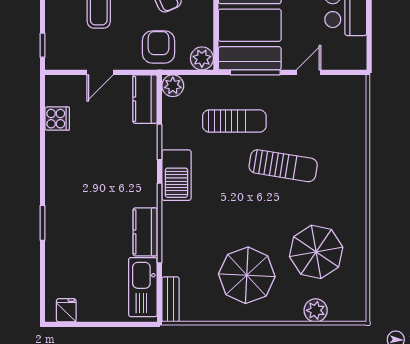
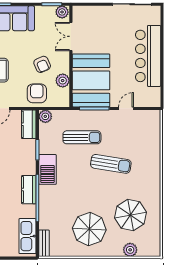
plant: (202, 58) -> (63, 81), moved
kitchen counter: (145, 232) -> (29, 190), moved

